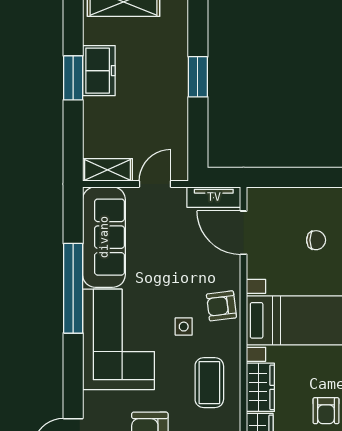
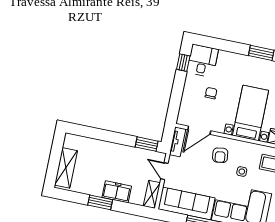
freezer: (99, 71) -> (117, 192), moved
window: (198, 77) -> (147, 144), moved
armchair: (221, 306) -> (220, 155), moved

